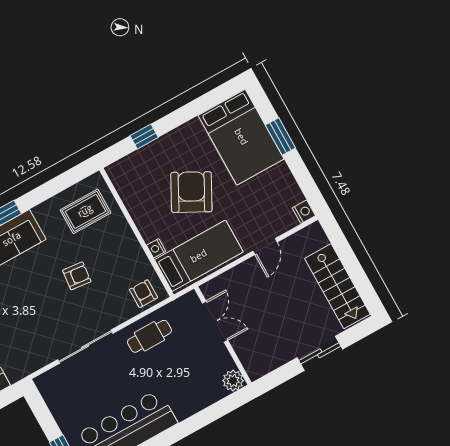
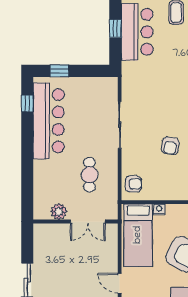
cafe table: (149, 336) -> (90, 175), moved
plant: (233, 381) -> (59, 212), moved

